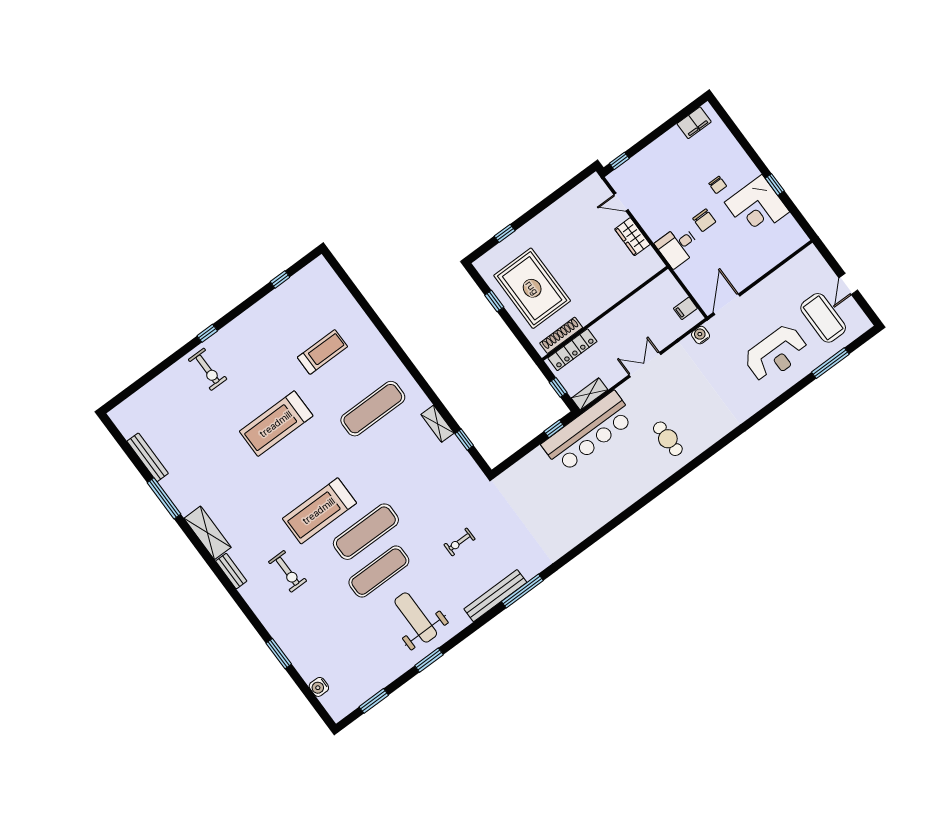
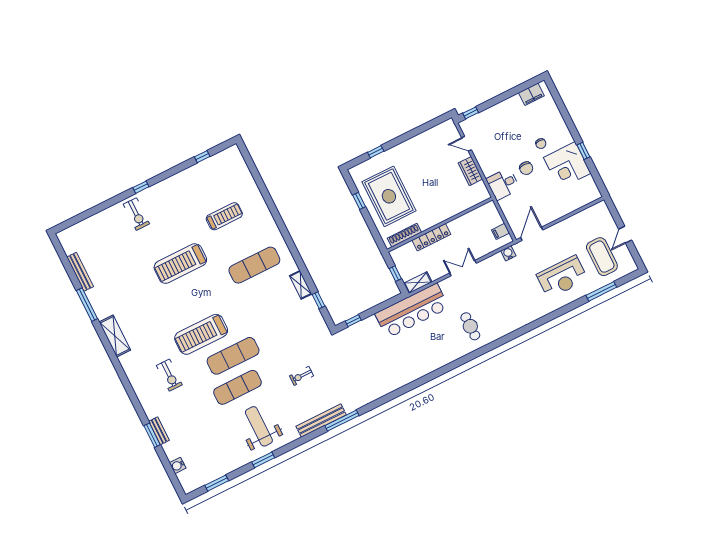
locker: (572, 350) -> (431, 237), moved
window: (554, 429) -> (353, 321), moved
bench: (231, 571) -> (159, 431), moved

